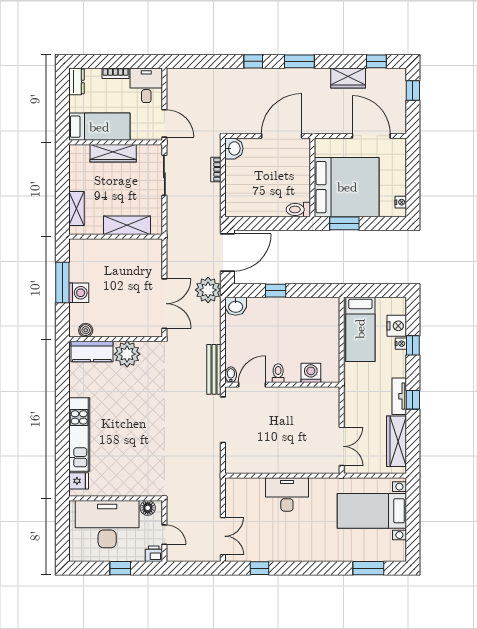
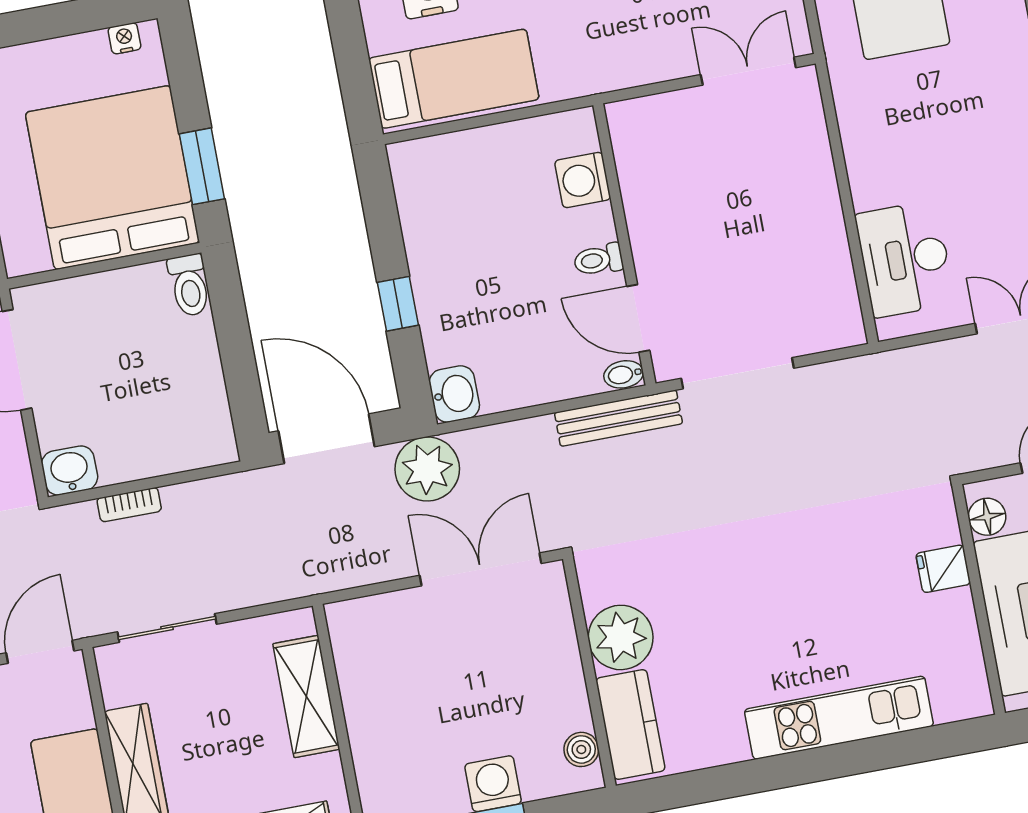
fridge: (79, 481) -> (943, 569), moved, turned -90
desk: (287, 494) -> (905, 259), moved

